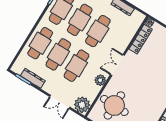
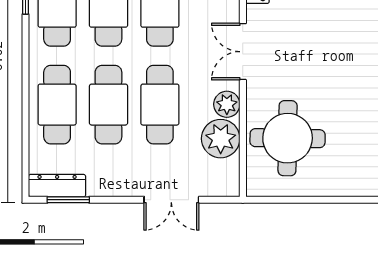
dresser: (33, 78) -> (57, 186), moved
plant: (82, 105) -> (221, 139), moved

